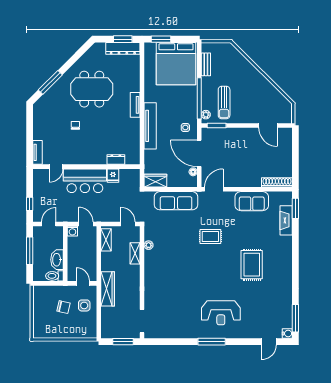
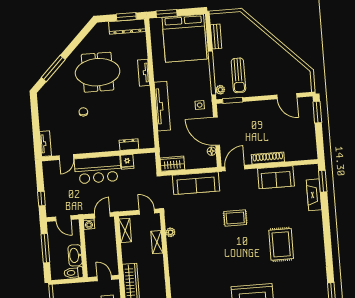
tv unit: (135, 105) -> (144, 73), moved
window: (295, 143) -> (317, 112), added
shoe rack: (277, 182) -> (268, 158), moved
door: (49, 224) -> (63, 218), swing flipped
door: (86, 224) -> (102, 215), hinge flipped

